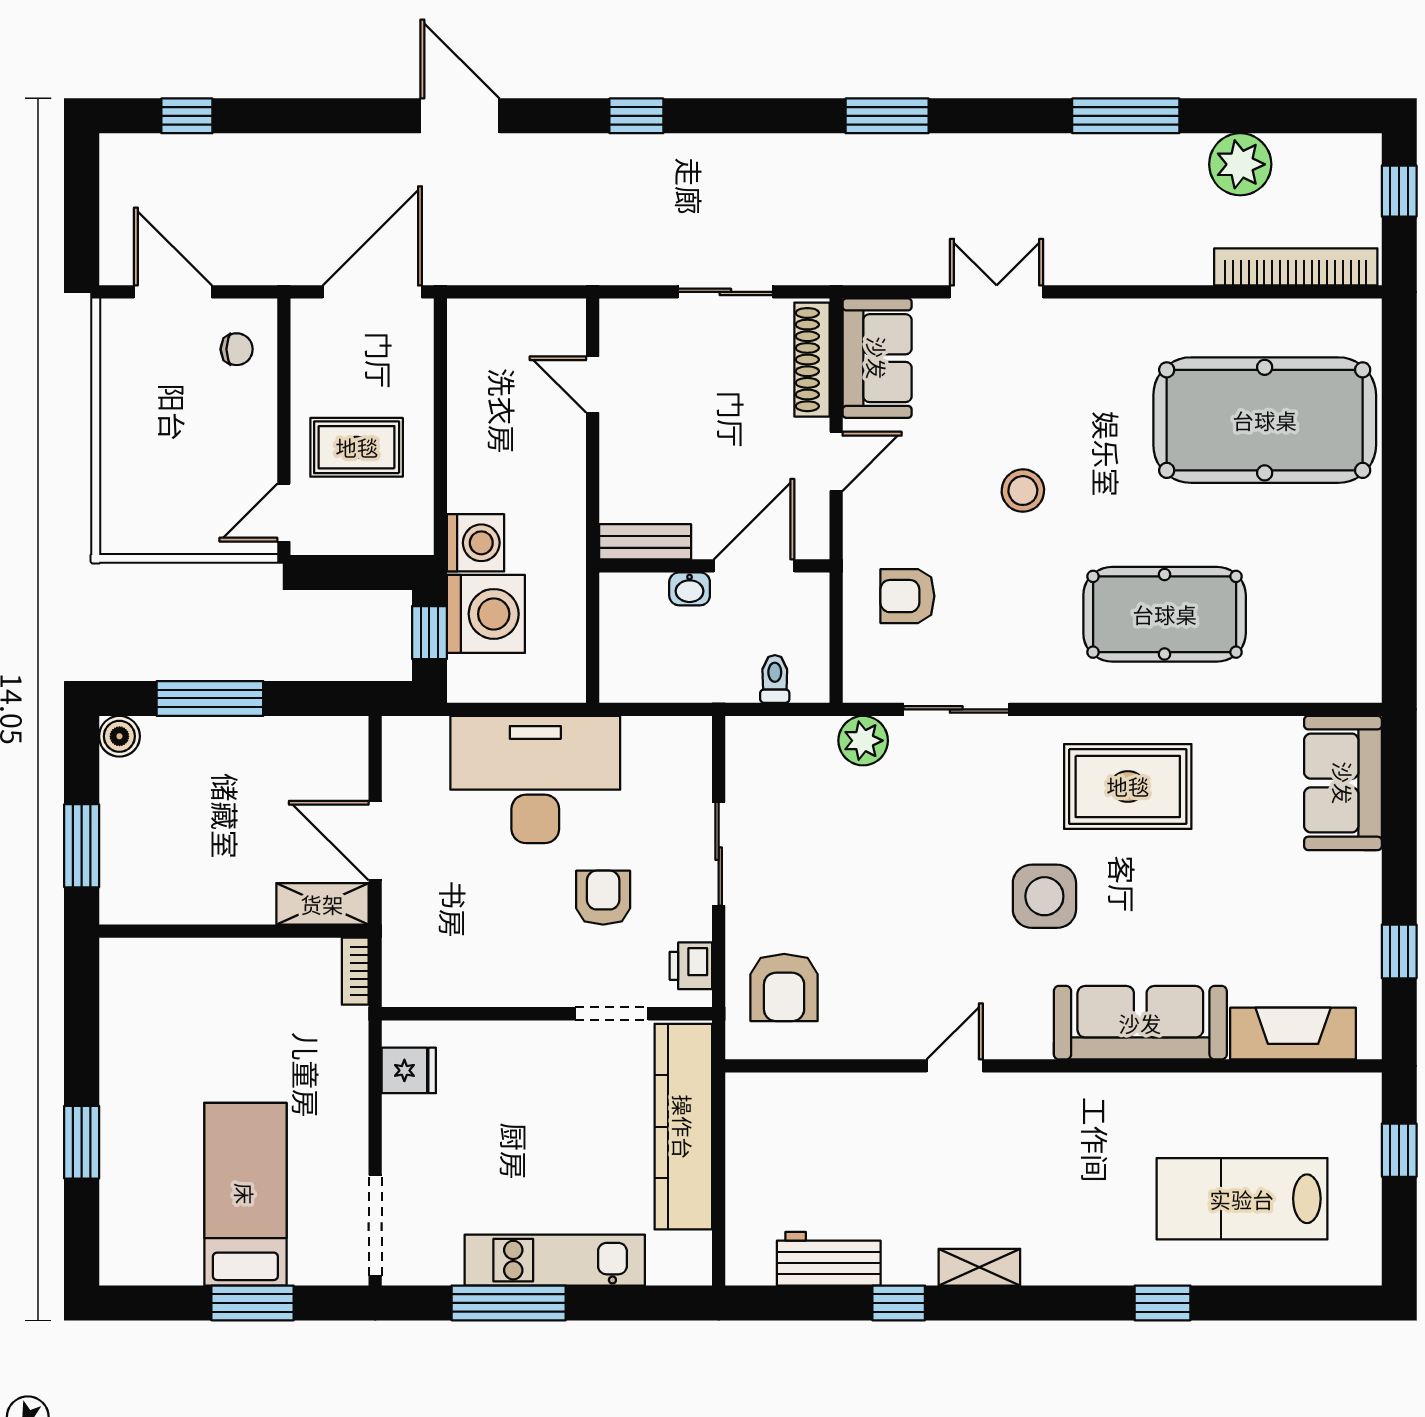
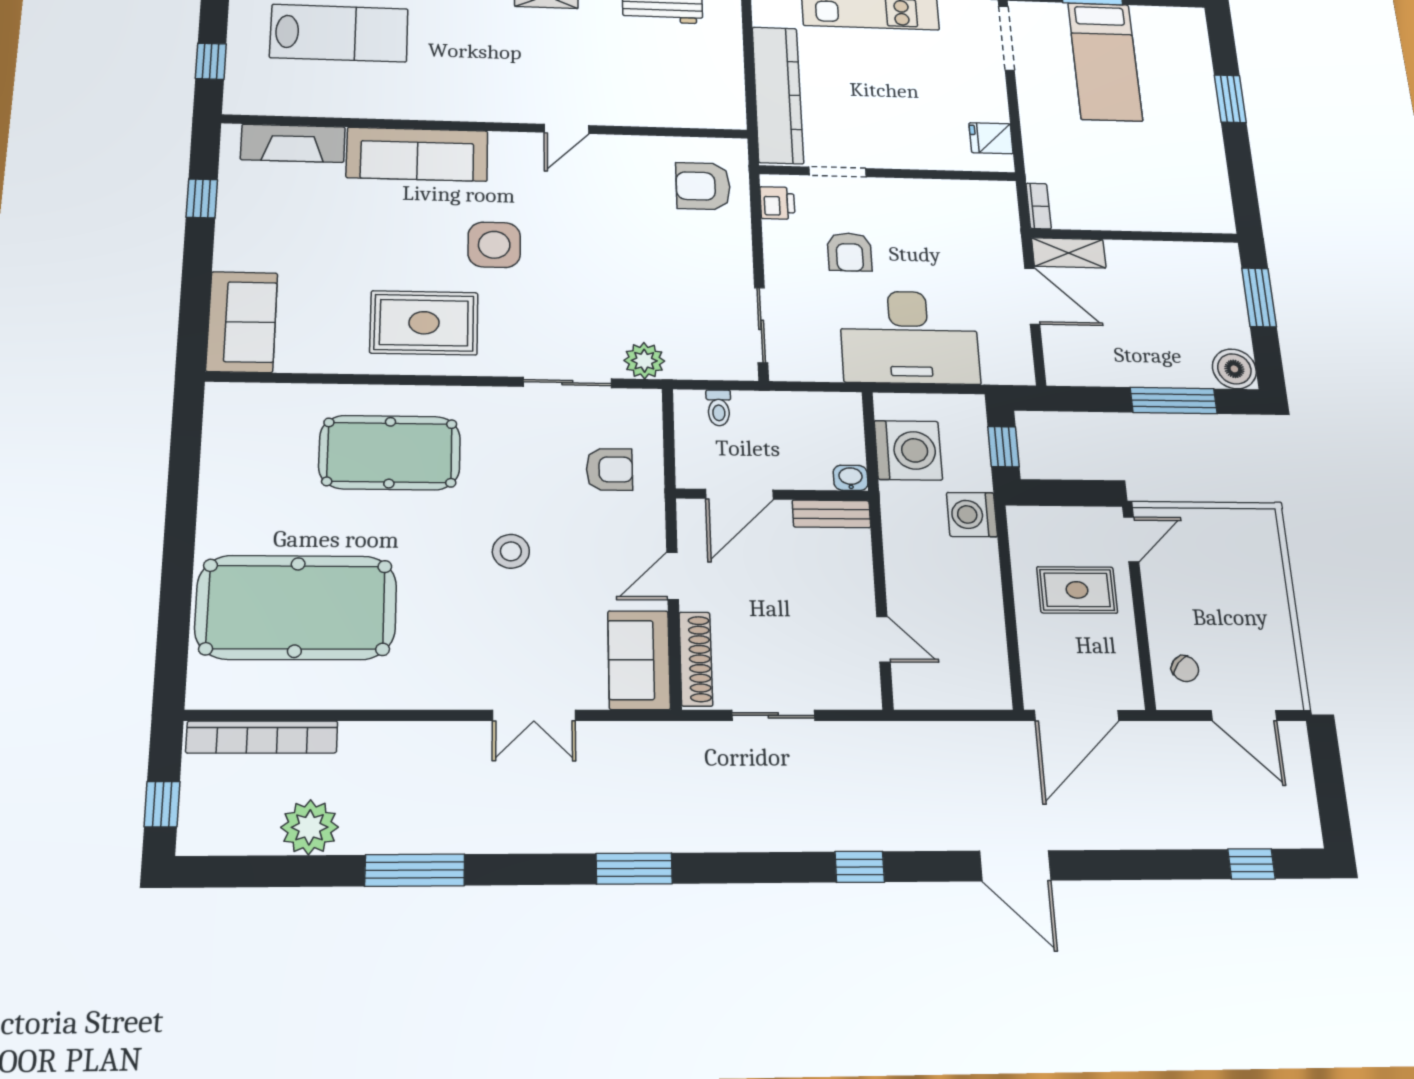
chair: (237, 349) -> (1185, 669), turned -140
washbasin: (690, 589) -> (851, 478), moved
washing machine: (486, 614) -> (908, 450), moved, turned 180
boiler: (119, 736) -> (1234, 369), width x1.36, depth x1.36
sliding door: (719, 854) -> (761, 325), moved
armchair: (784, 987) -> (703, 186), turned -90

